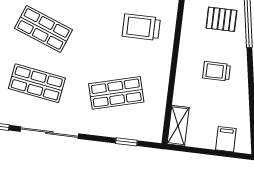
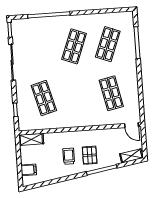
pallet: (221, 19) -> (90, 155), moved
trolley: (141, 27) -> (87, 105), removed
shop shelf: (37, 83) -> (40, 49), removed

